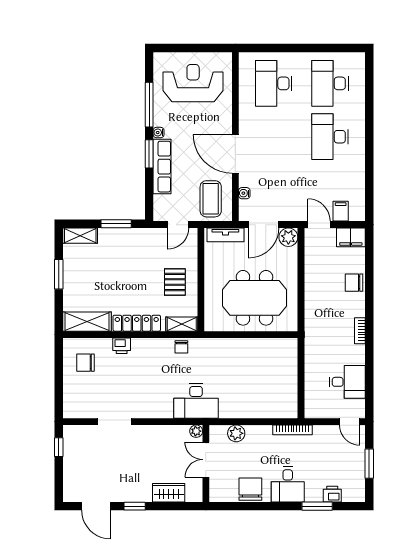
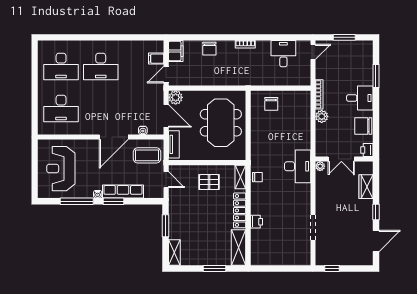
window: (59, 274) -> (215, 269), moved
chair: (86, 363) -> (271, 104), moved
plant: (236, 433) -> (322, 116), moved
printer: (332, 494) -> (367, 150), moved

